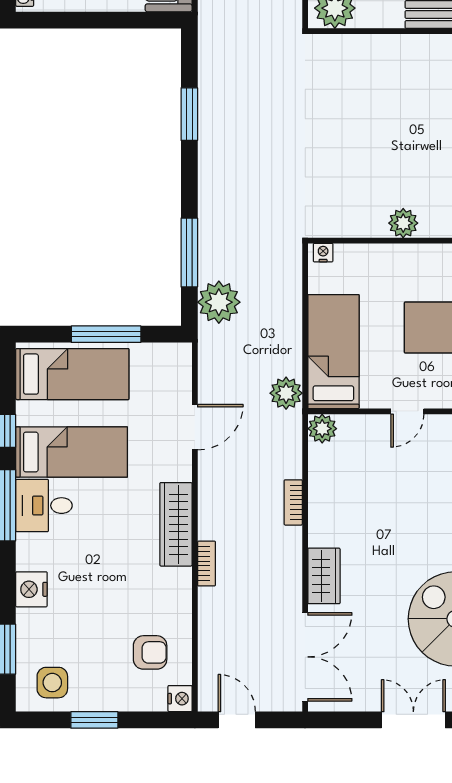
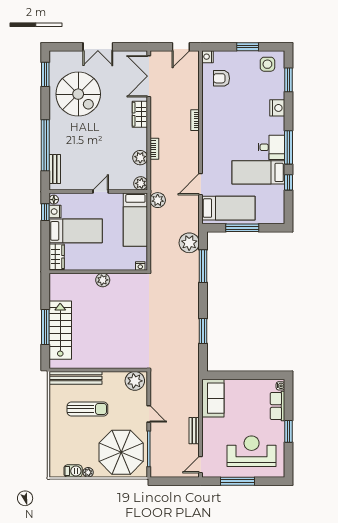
bed: (72, 374) -> (228, 208), moved, turned 180
plant: (323, 483) -> (140, 158), added
wardrobe: (176, 524) -> (209, 138), removed
door: (237, 720) -> (181, 47), hinge flipped

